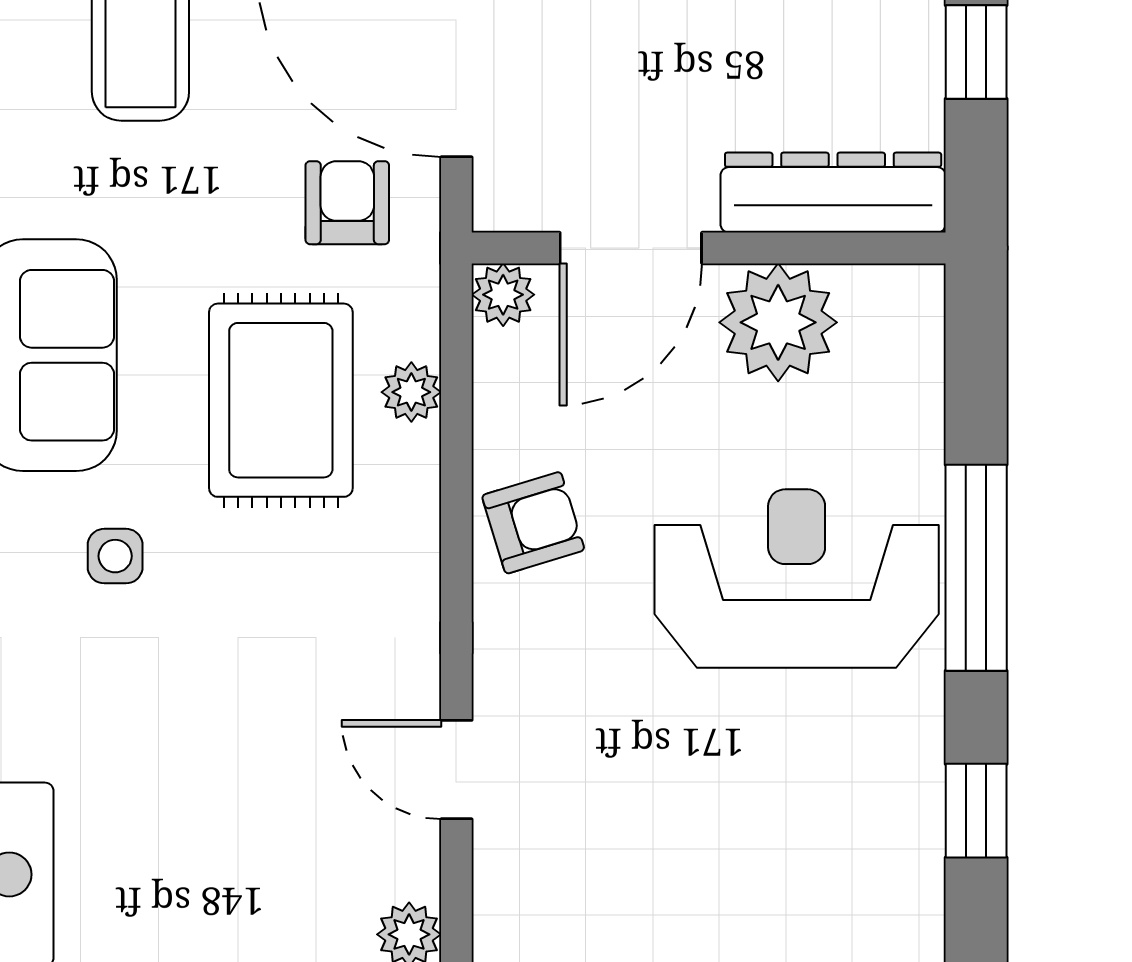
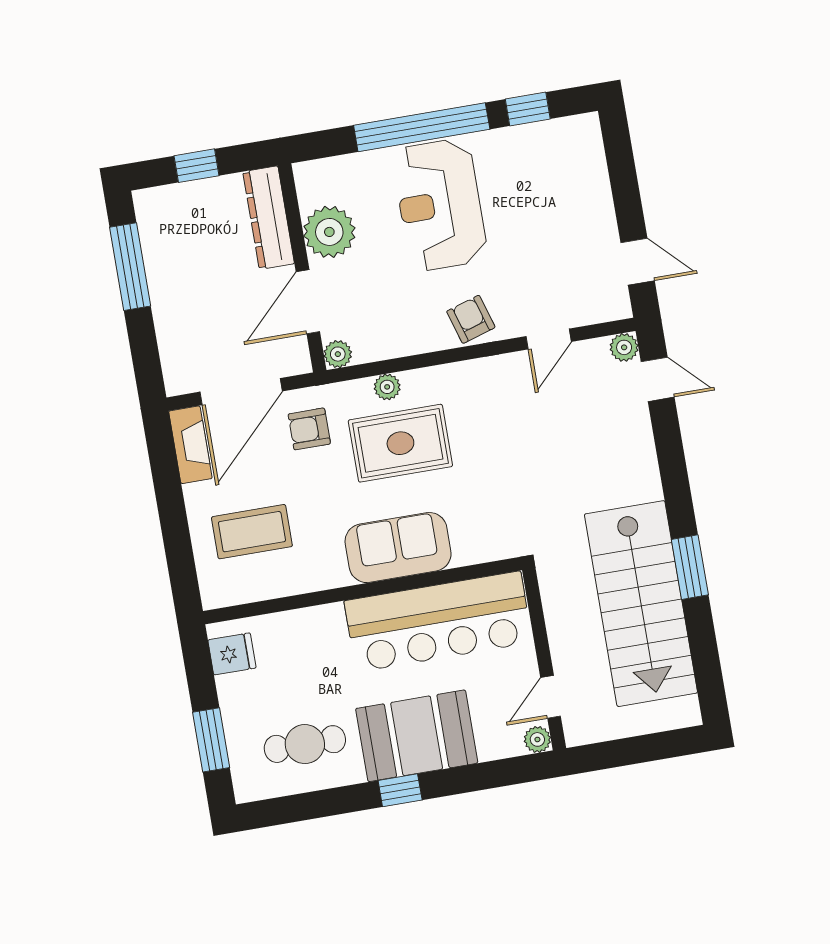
door: (631, 248) -> (308, 302), swing flipped
armchair: (533, 523) -> (471, 319), moved
side table: (115, 556) -> (481, 504), removed
window: (976, 568) -> (422, 127), width x1.46

